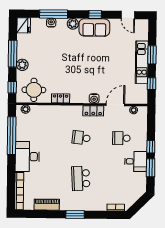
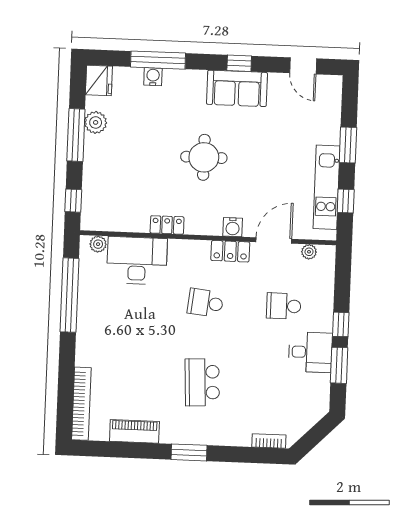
plant: (73, 24) -> (195, 80), removed
kitchen unit: (142, 62) -> (326, 187), moved
plant: (22, 65) -> (96, 122), moved
round table: (34, 90) -> (204, 157), moved
desk: (27, 157) -> (137, 261), moved, turned 90

